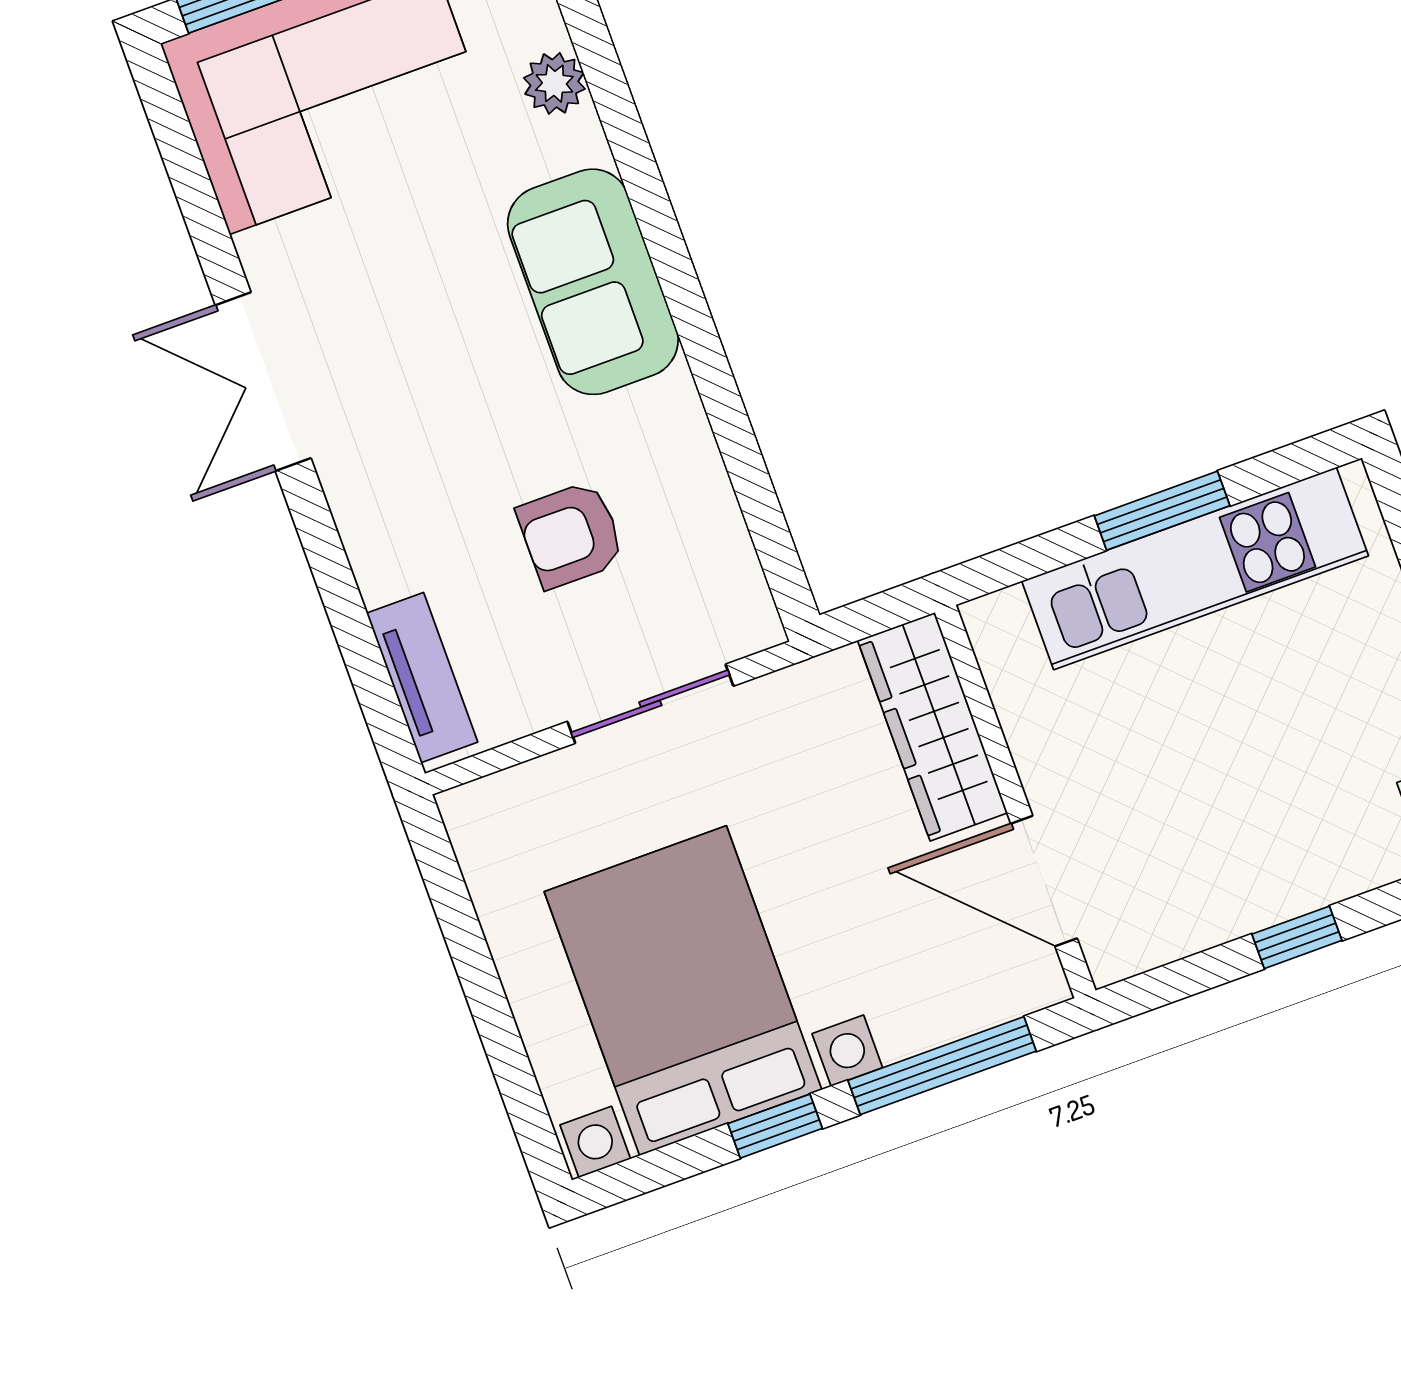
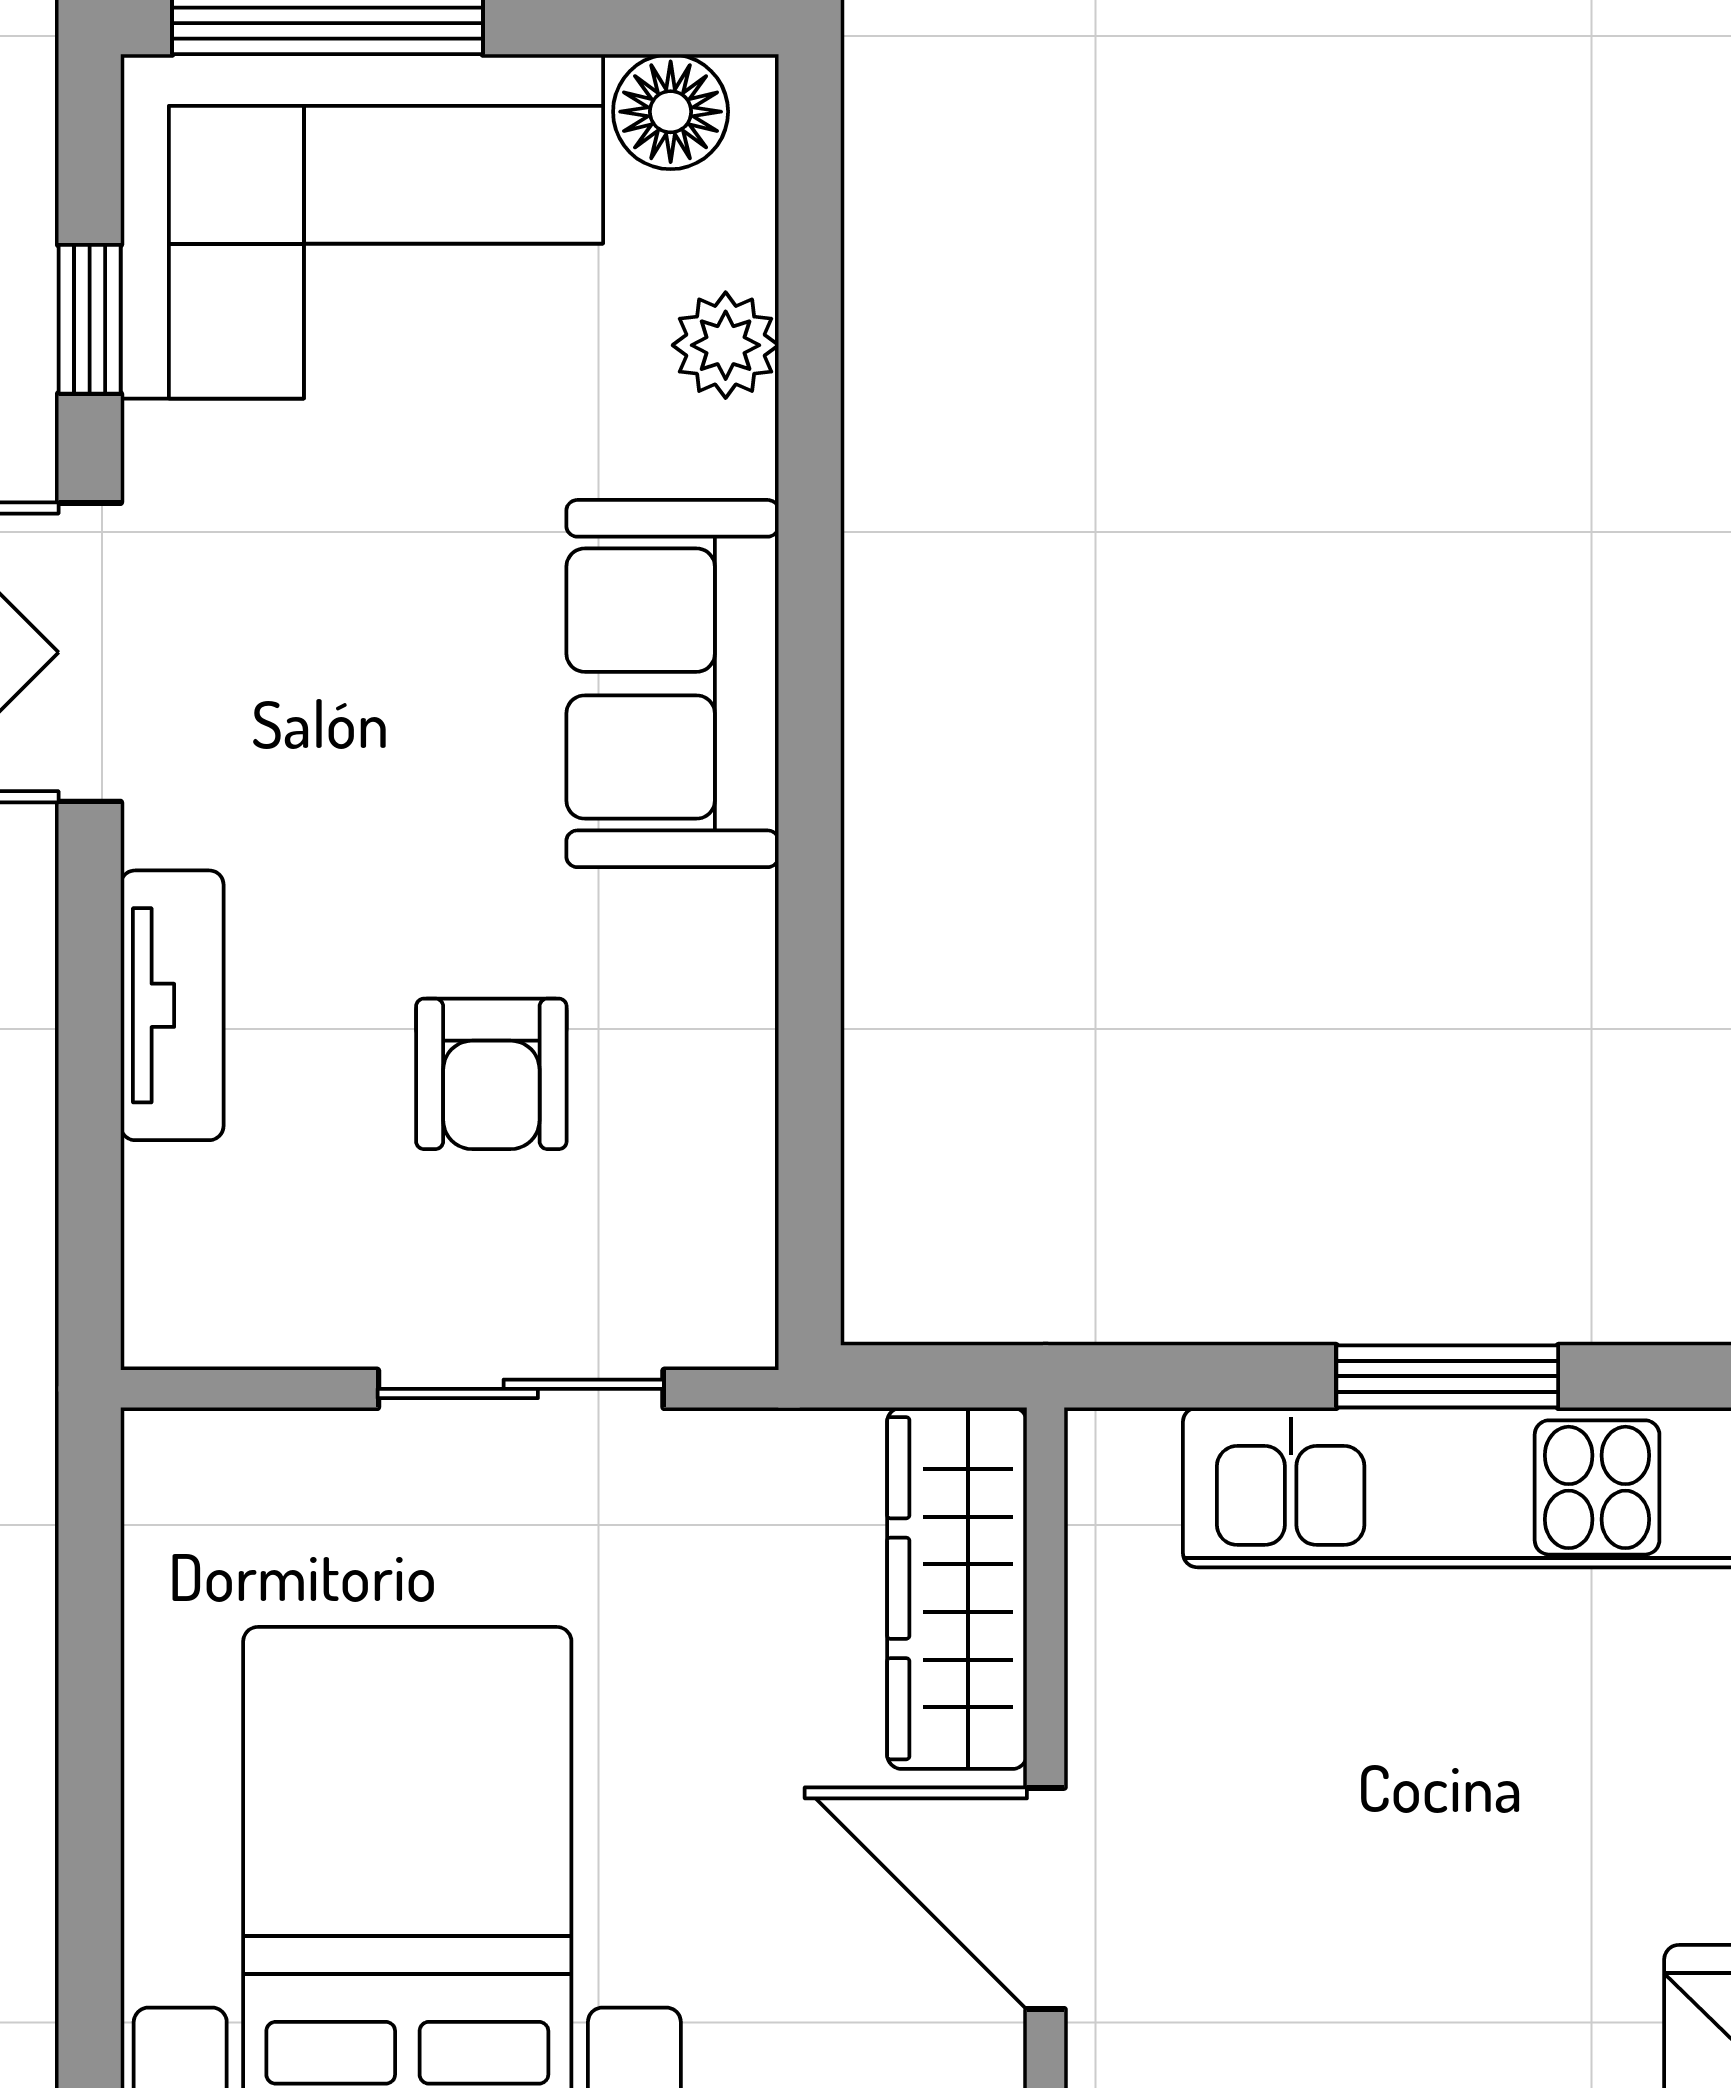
window: (196, 197) -> (90, 319), added
armchair: (571, 535) -> (491, 1074), turned -90
tv unit: (422, 678) -> (172, 1005), moved

